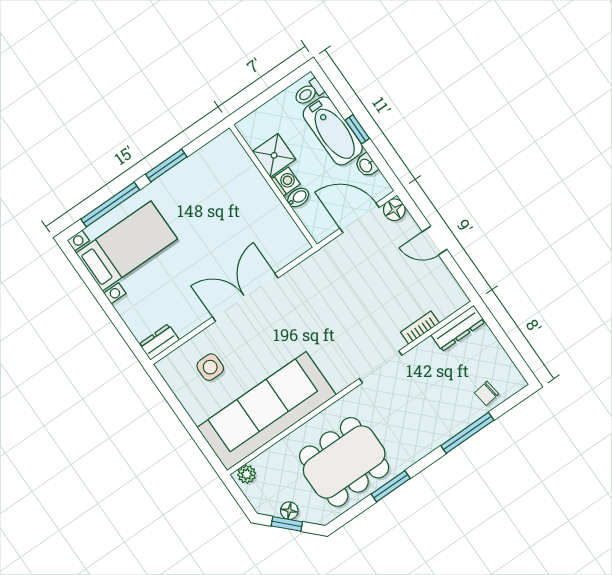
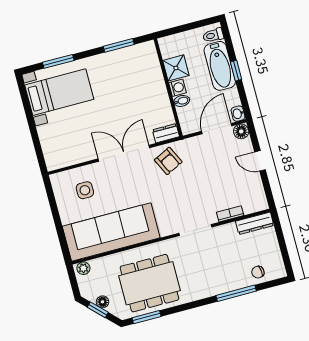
washbasin: (366, 165) -> (238, 114), moved
window: (166, 166) -> (119, 45), moved
window: (110, 204) -> (58, 61), width x0.69
door: (360, 218) -> (217, 129), hinge flipped
armchair: (309, 286) -> (168, 161), added
dresser: (159, 342) -> (166, 133), moved
window: (391, 486) -> (147, 317), moved

